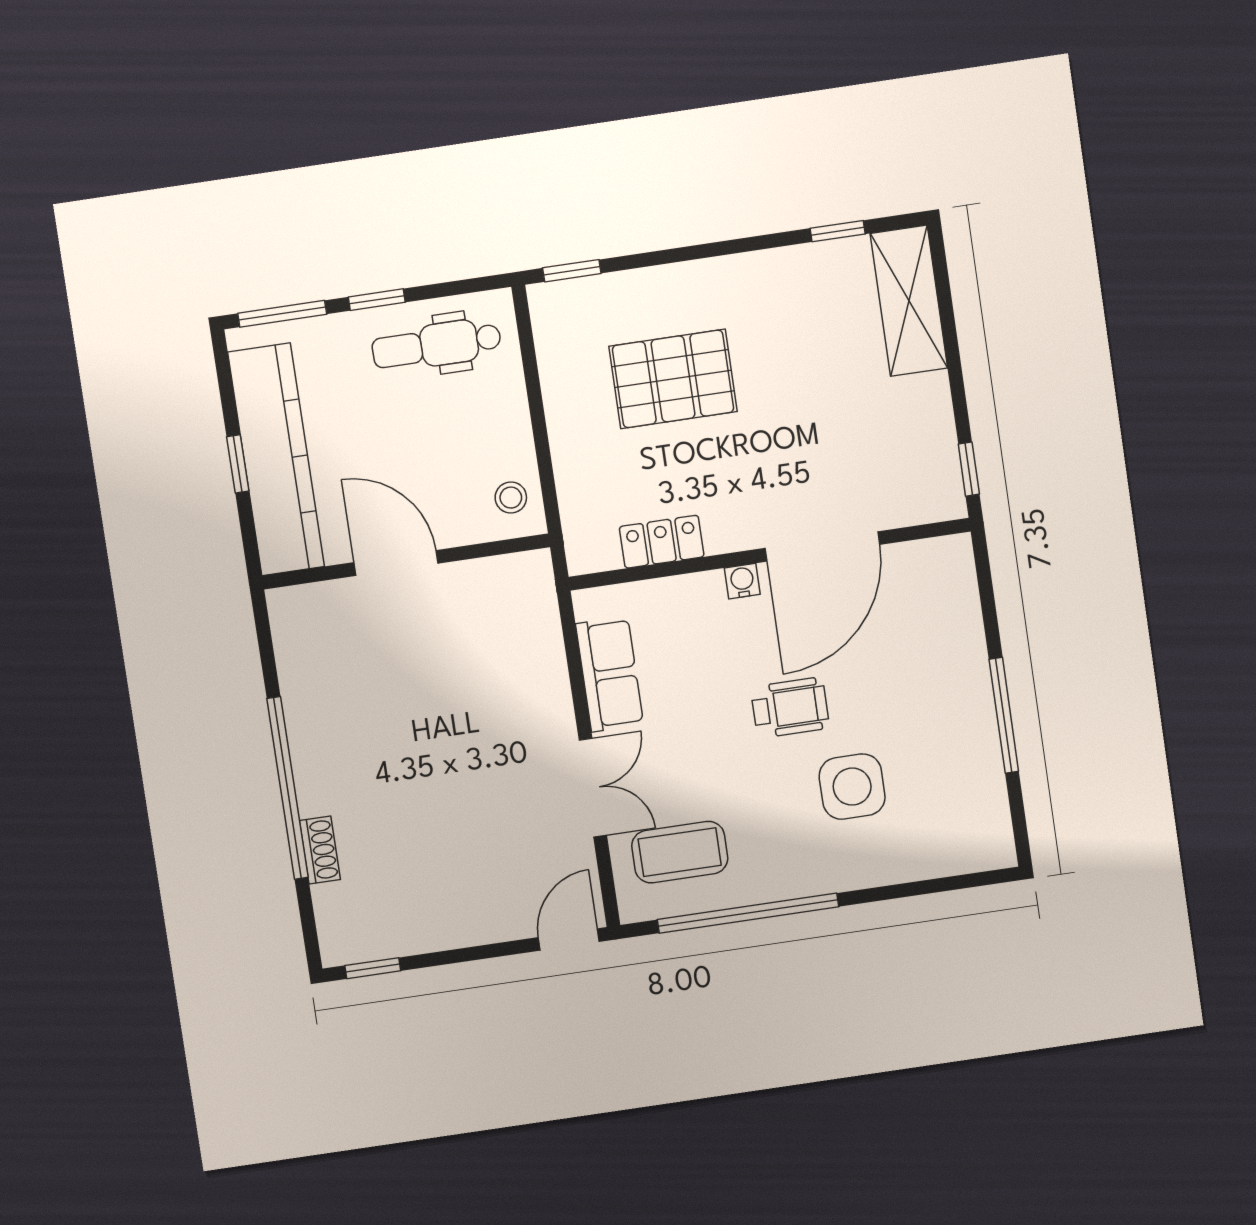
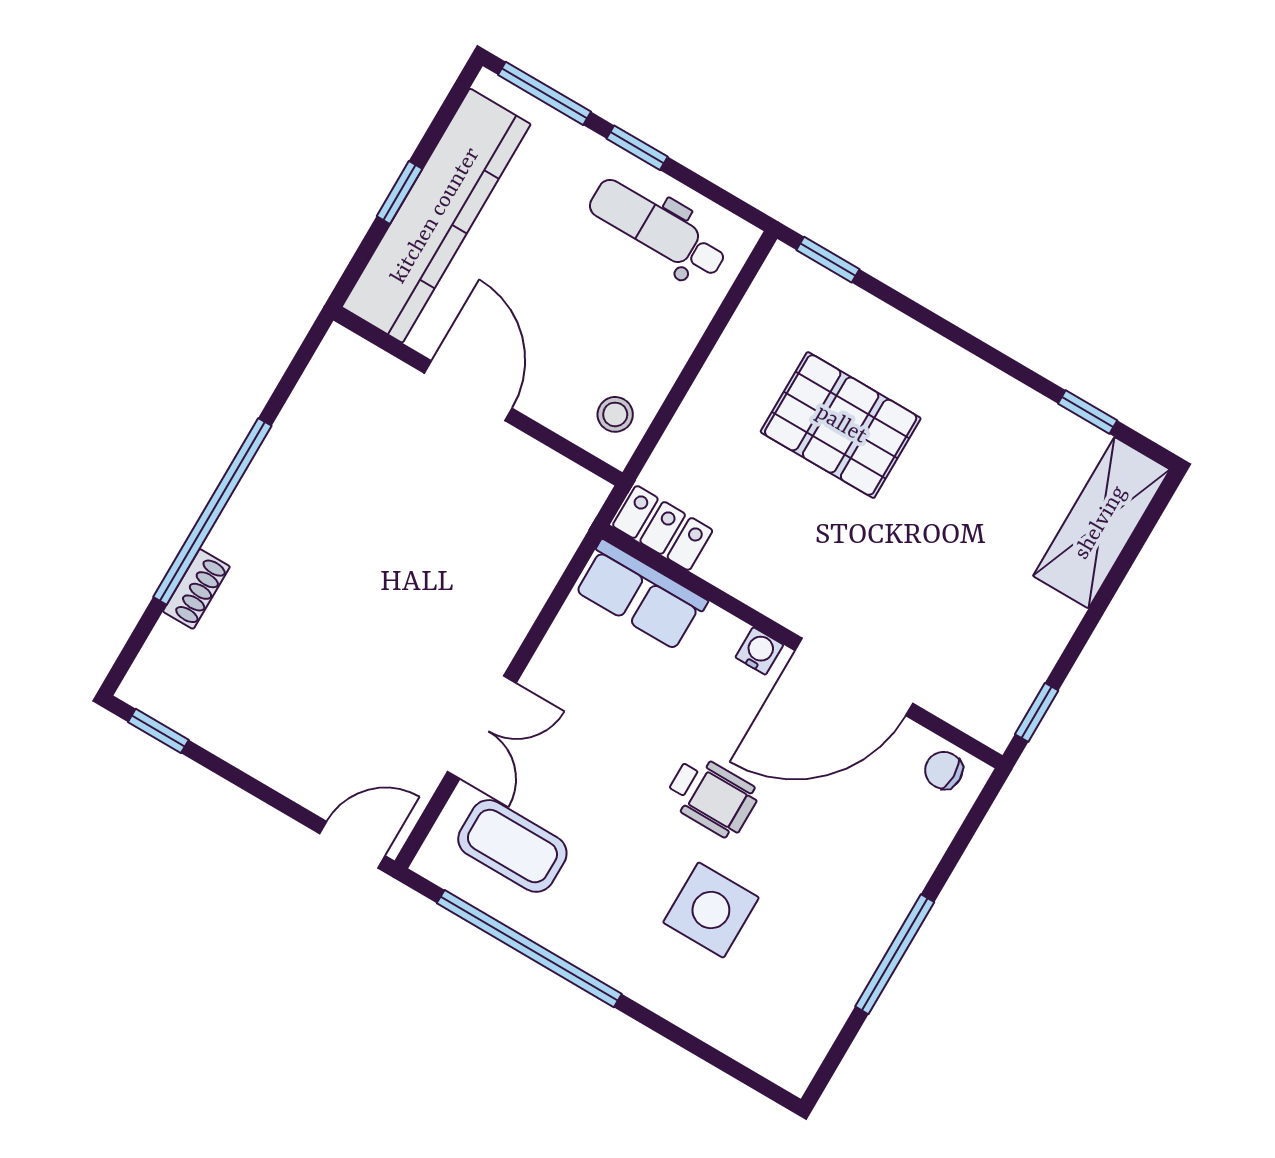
locker: (662, 542) -> (663, 528), moved
chair: (936, 561) -> (944, 770), added
row of seats: (610, 674) -> (640, 595), moved, turned 90

